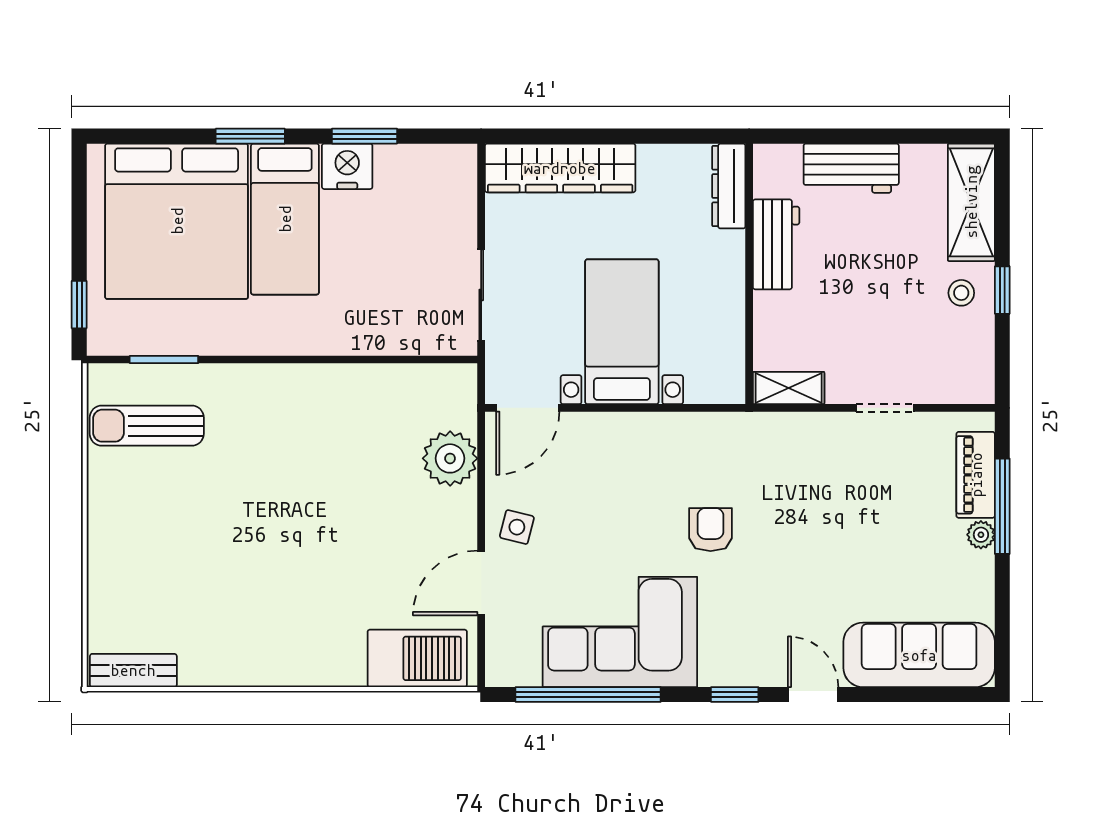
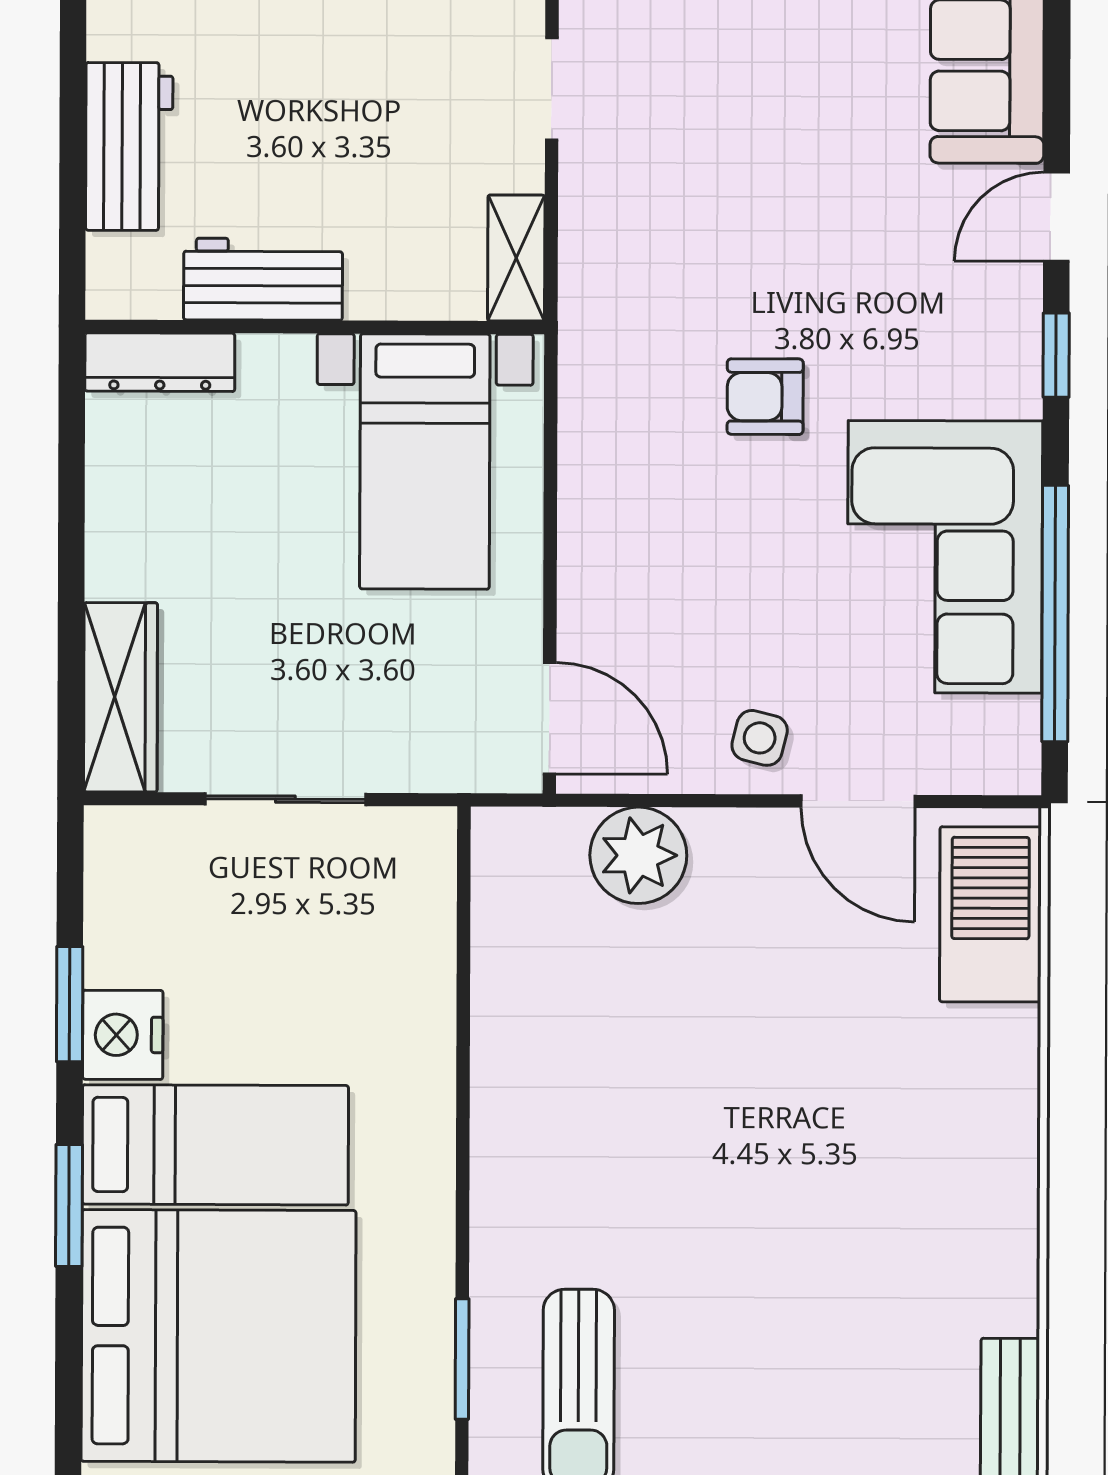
wardrobe: (560, 168) -> (121, 697), width x0.71, depth x0.85
sliding door: (481, 295) -> (285, 799), moved
bed with nightstands: (622, 332) -> (425, 461), moved, turned -90

